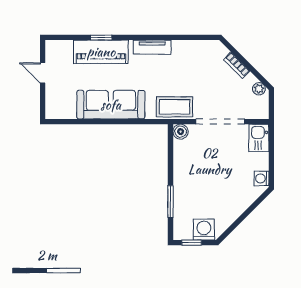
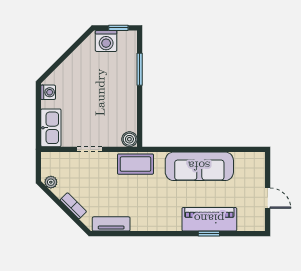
tv unit: (152, 47) -> (111, 224), moved
doorway: (220, 122) -> (90, 149), width x0.53
kitchen sink: (259, 138) -> (51, 128), width x1.38

